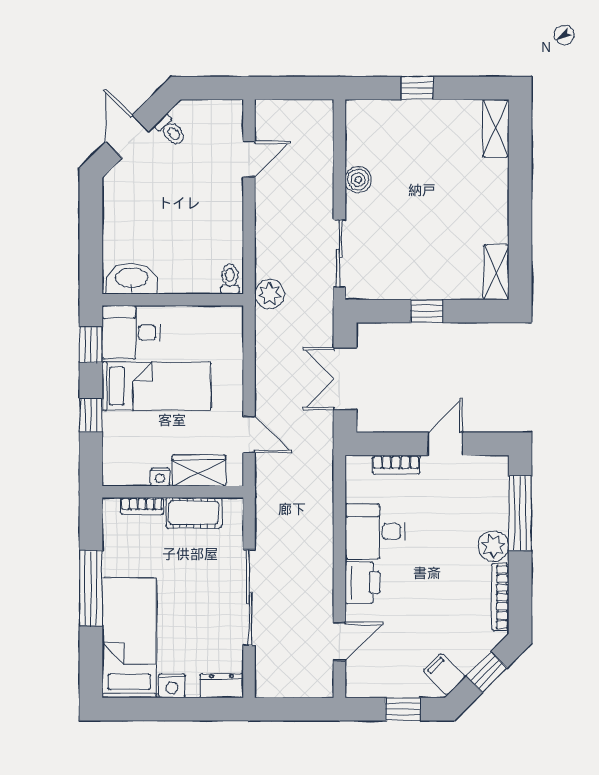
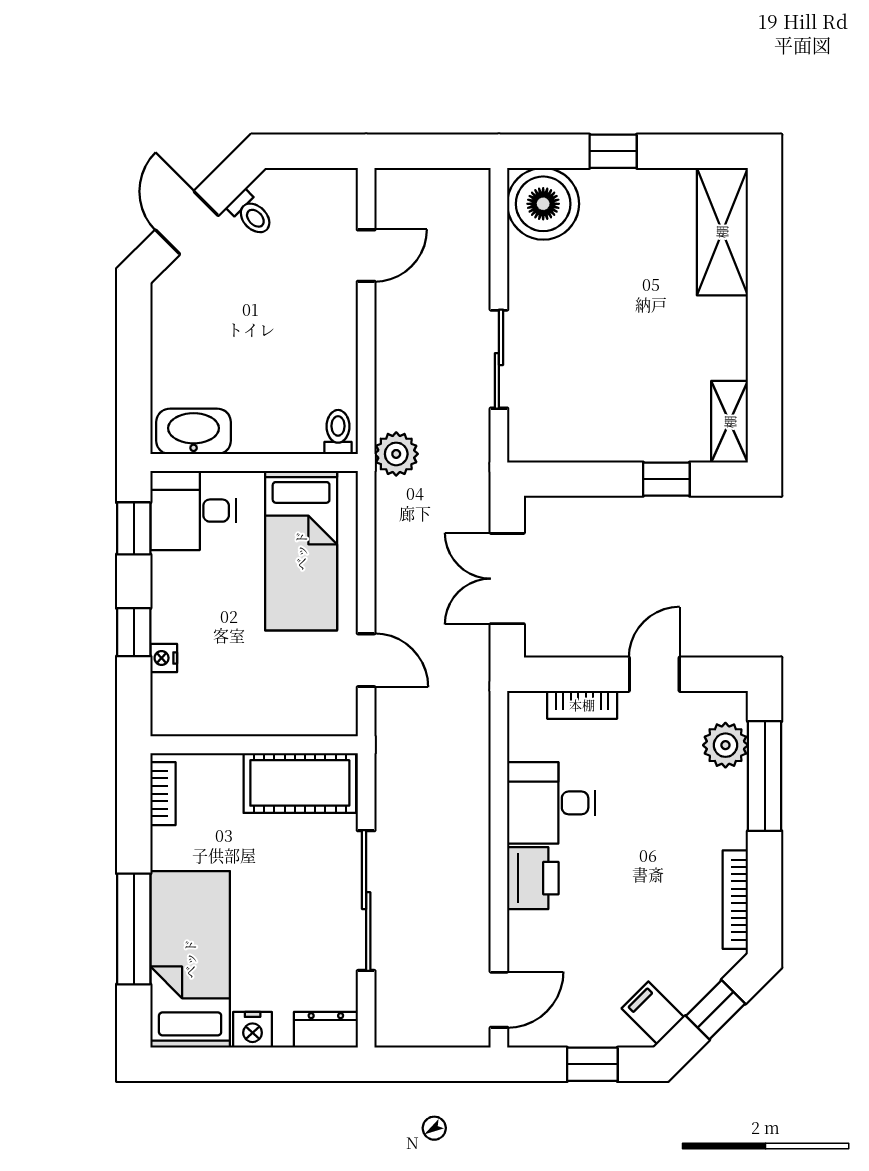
shelving: (496, 128) -> (722, 232), width x1.50, depth x1.33
boiler: (358, 180) -> (543, 204), moved, width x1.86, depth x1.86
sliding door: (339, 253) -> (499, 359), moved
window: (427, 311) -> (666, 479), moved
bed: (157, 386) -> (301, 551), moved, turned 90
wardrobe: (199, 471) -> (292, 714), removed
nightstand: (160, 477) -> (164, 658), moved, turned 90
bookcase: (142, 506) -> (163, 794), moved, turned -90
cot: (194, 513) -> (300, 783), width x1.37, depth x1.34
plant: (493, 546) -> (725, 745), moved
window: (91, 588) -> (134, 929), moved
door: (339, 642) -> (499, 1000), moved

